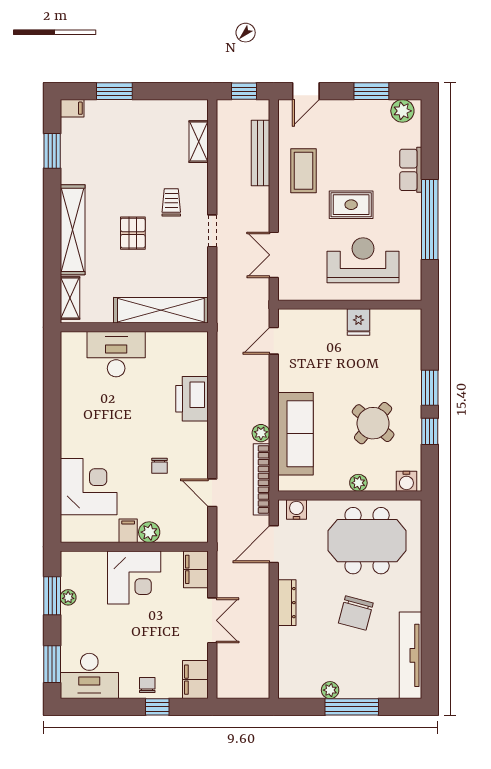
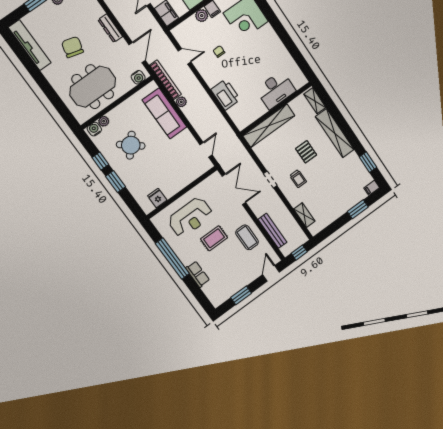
plant: (402, 111) -> (220, 297), removed
double door: (274, 255) -> (234, 189), width x1.37
fridge: (359, 322) -> (157, 198), moved
plant: (358, 483) -> (104, 121), moved

